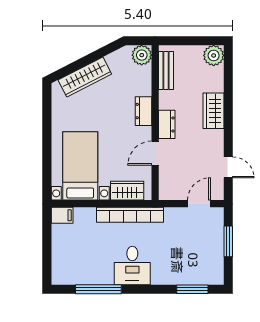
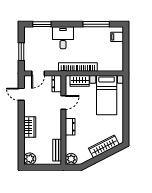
dresser: (167, 124) -> (57, 84), moved
filing cabinet: (62, 215) -> (117, 37), moved
desk: (132, 265) -> (63, 38), moved

